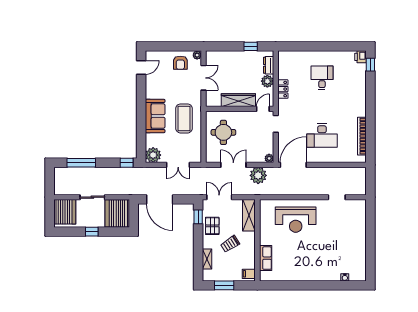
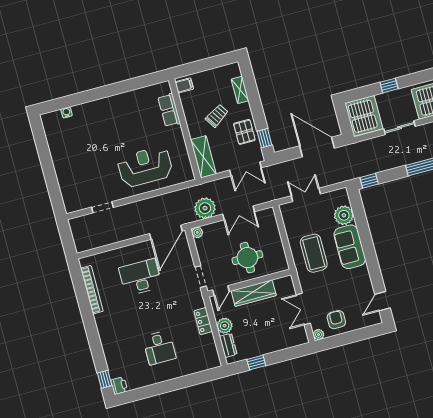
round table: (223, 132) -> (247, 258), moved
plant: (153, 155) -> (344, 215), moved
window: (224, 285) -> (211, 63), removed

